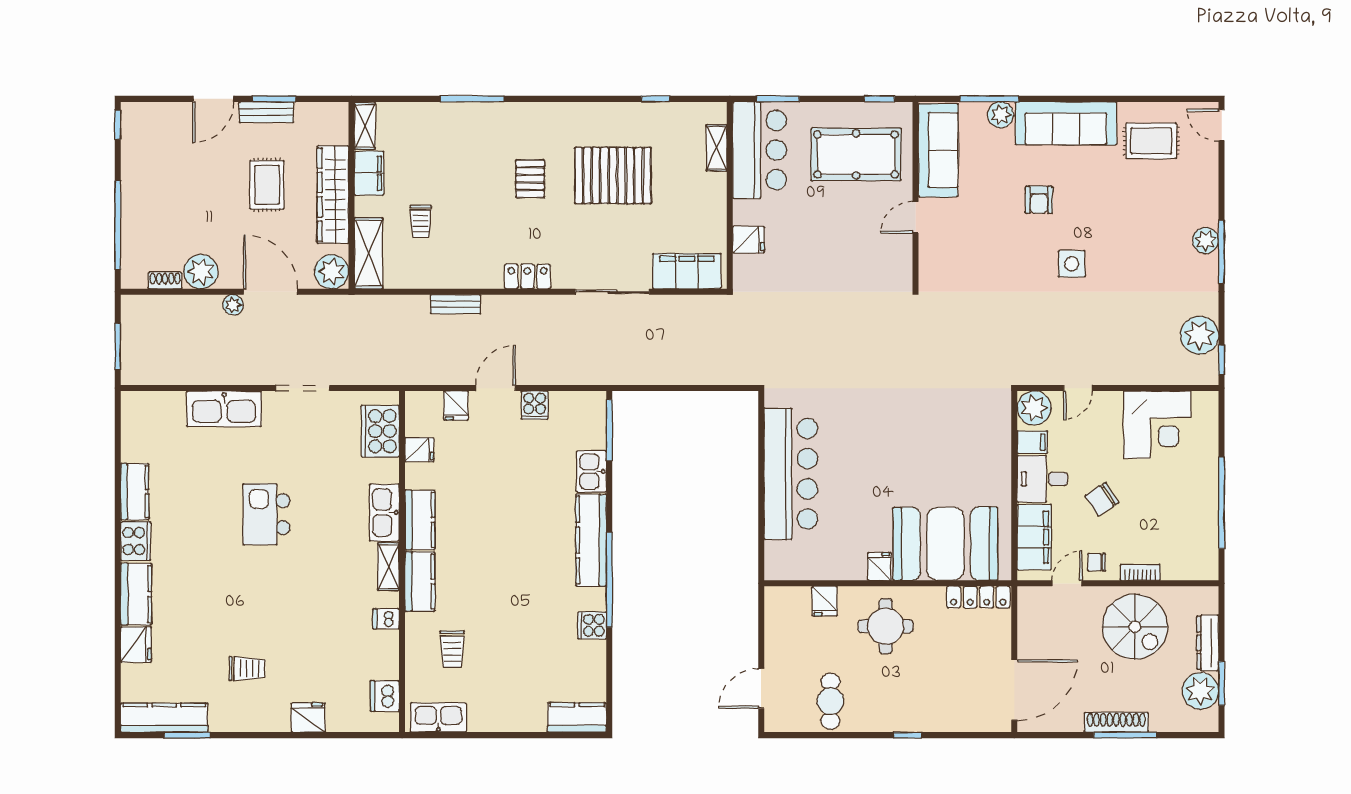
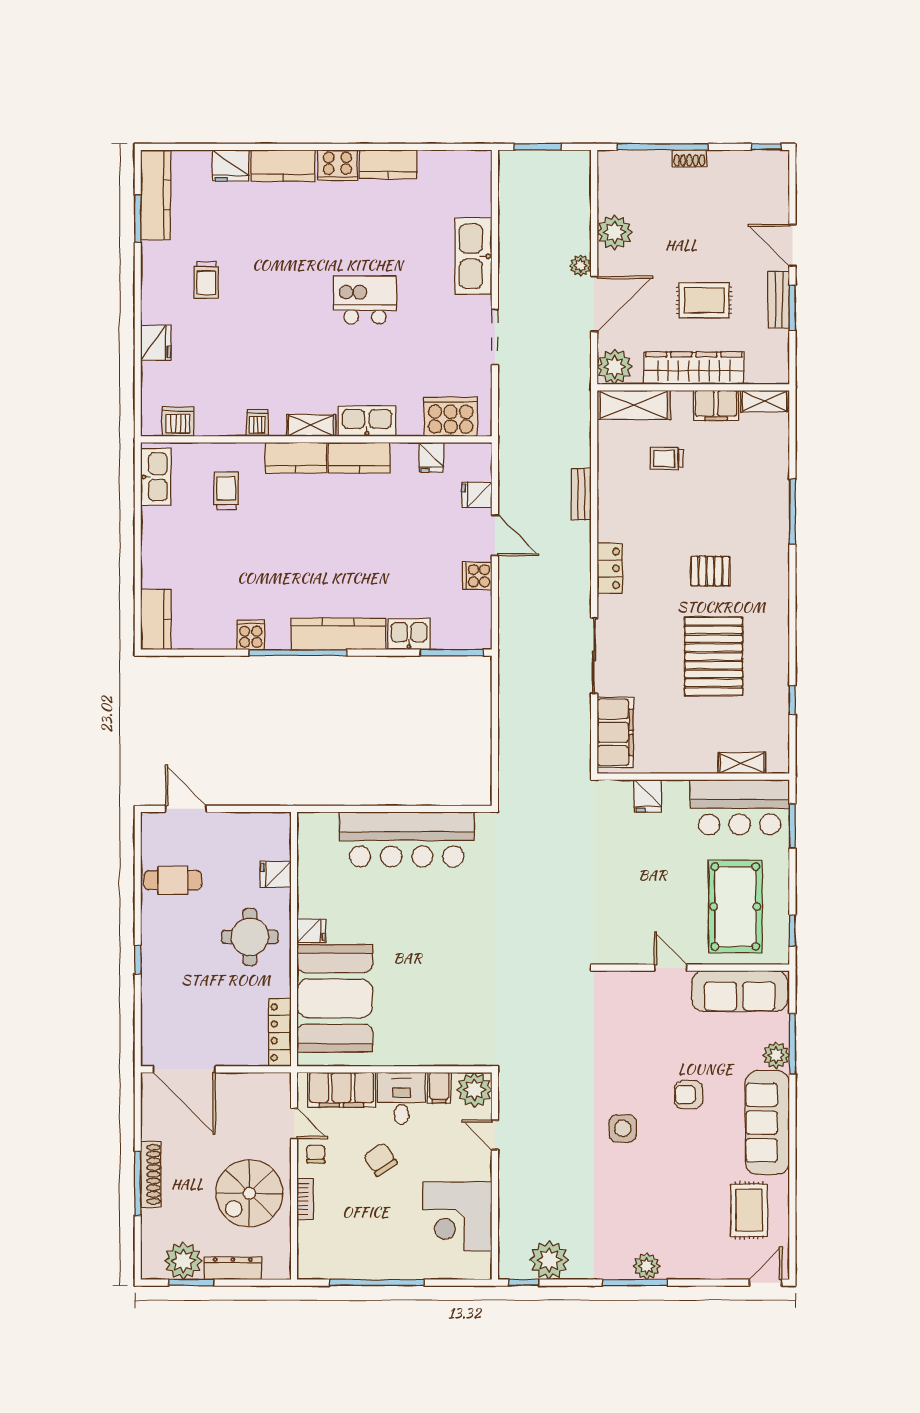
shoe rack: (165, 281) -> (689, 158), moved, turned 90
trolley: (452, 649) -> (226, 491), turned 90

